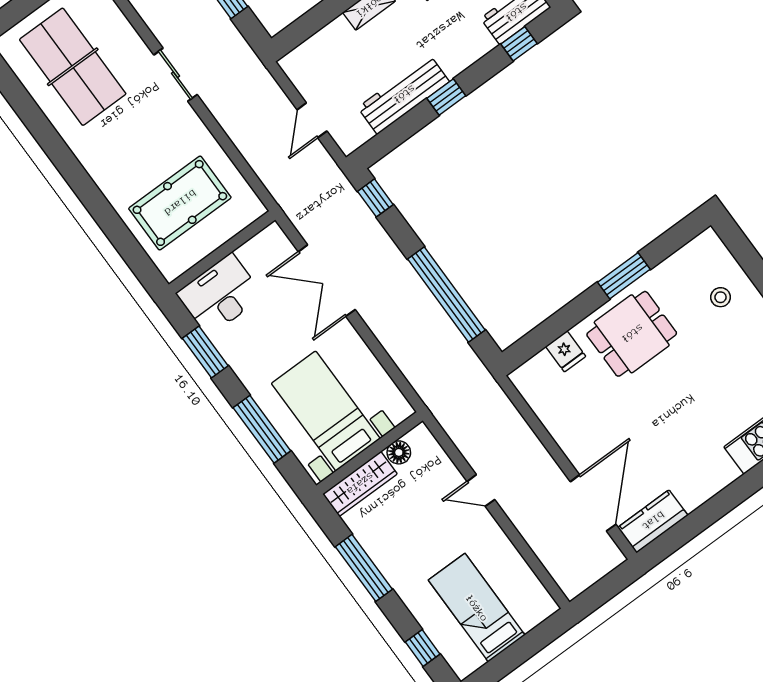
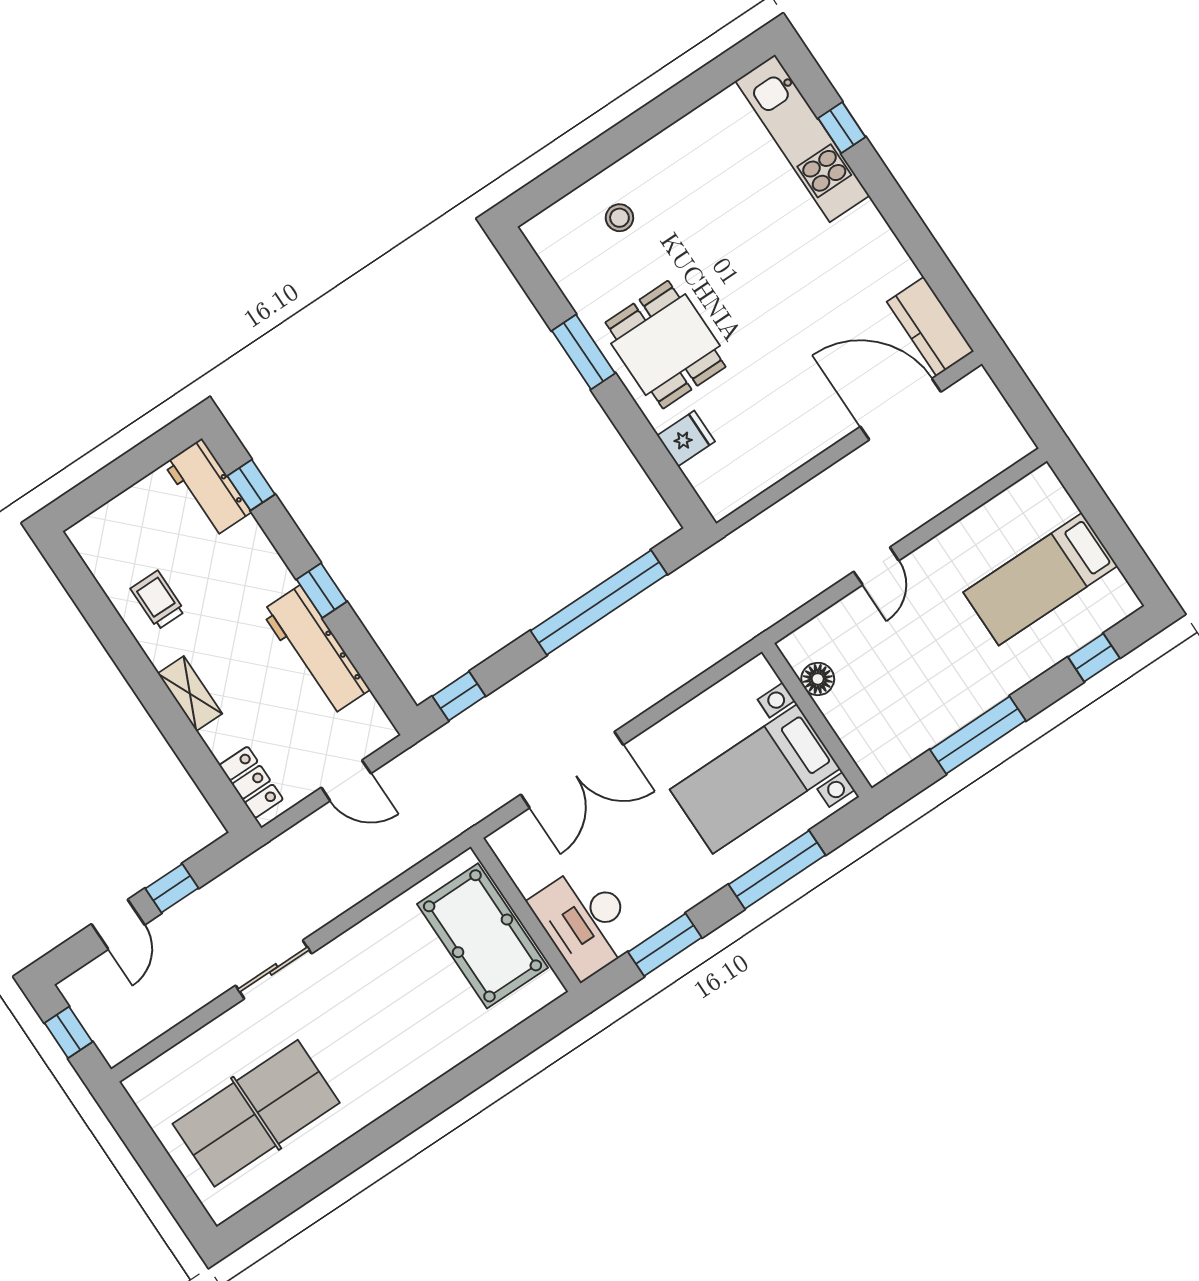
locker: (308, 53) -> (251, 782), added
pool table: (180, 203) -> (482, 936), moved
wardrobe: (360, 484) -> (860, 735), removed

